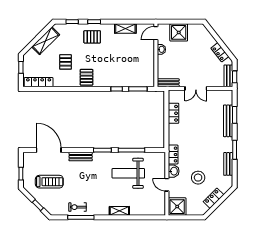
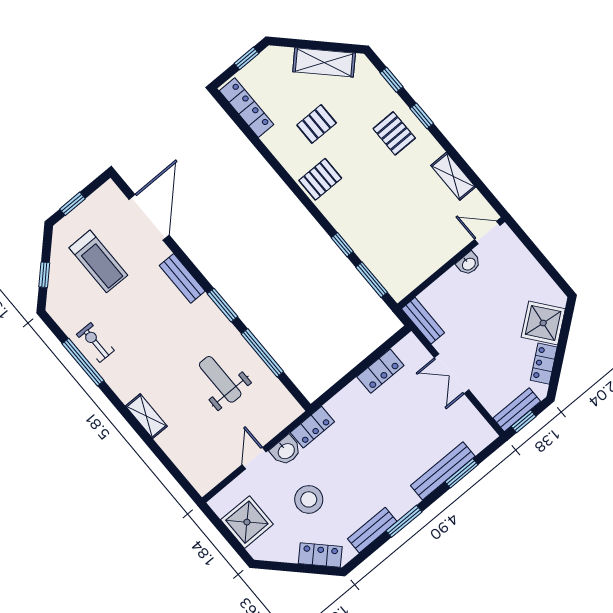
shower: (179, 32) -> (543, 323), moved, turned -38
weight bench: (128, 173) -> (220, 379), width x0.73, depth x0.75
locker: (213, 198) -> (320, 555), moved
shower: (177, 207) -> (247, 522), moved

